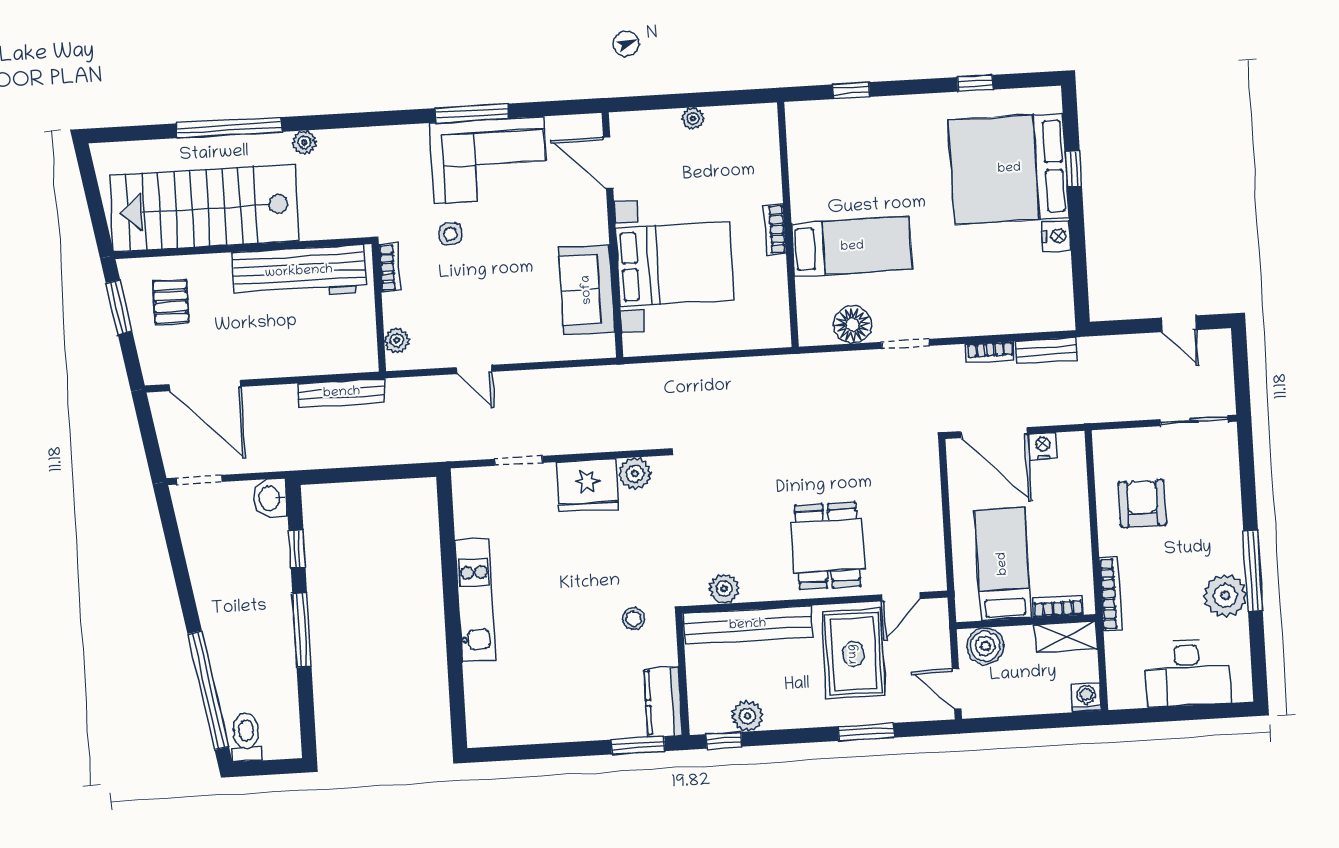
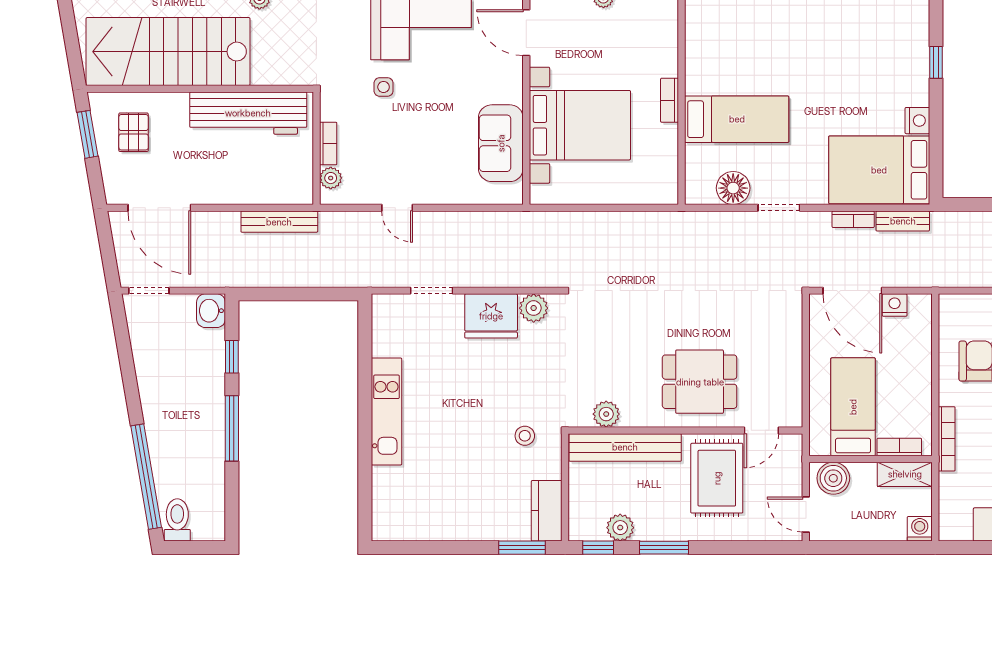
bed: (1009, 169) -> (879, 170), moved, width x0.73
bookcase: (390, 268) -> (328, 143), moved
dining table: (827, 546) -> (700, 382), turned 90
window: (866, 732) -> (664, 548), moved

